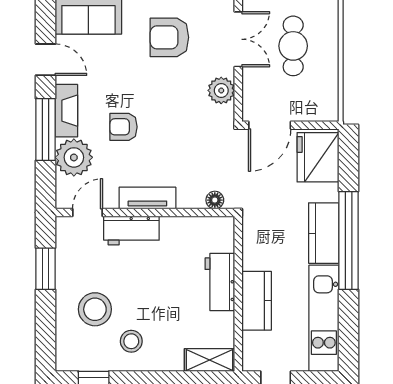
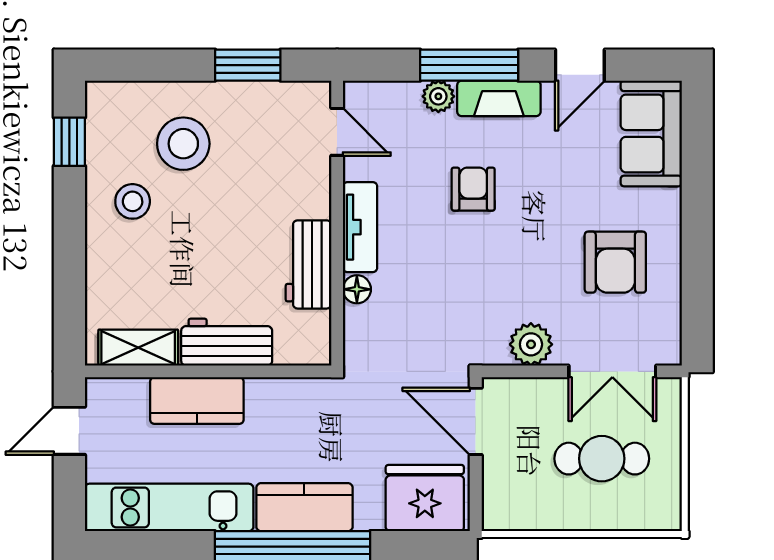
armchair: (169, 37) -> (615, 262), turned 180
plant: (74, 157) -> (438, 96), width x0.53, depth x0.53
floor lamp: (215, 200) -> (357, 289), moved
workbench: (131, 230) -> (309, 264), moved
shelving: (209, 360) -> (138, 348), moved, turned 90

